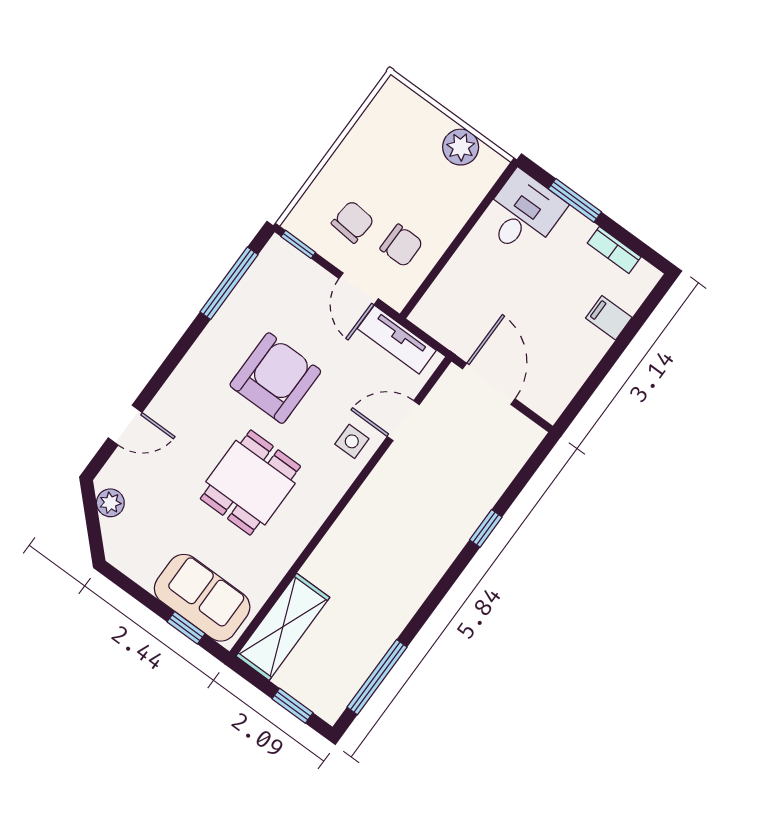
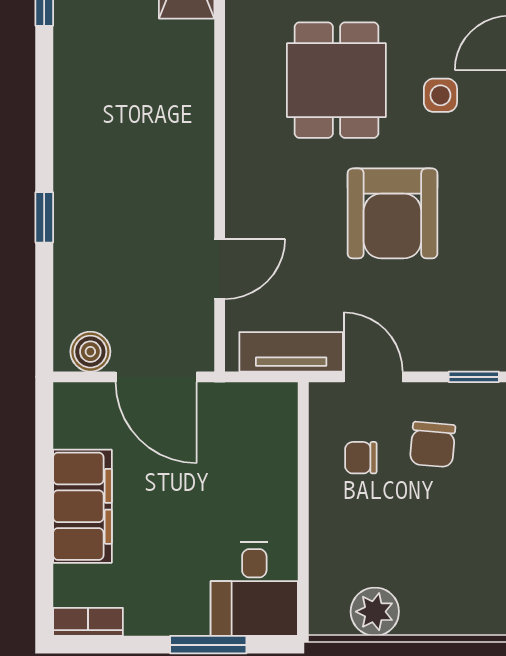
chair: (401, 246) -> (361, 458), width x0.73, depth x0.73
bookcase: (614, 250) -> (88, 622), moved
filing cabinet: (609, 318) -> (82, 506), width x3.00, depth x1.17
boiler: (517, 428) -> (90, 352), added
side table: (352, 441) -> (440, 95), moved

